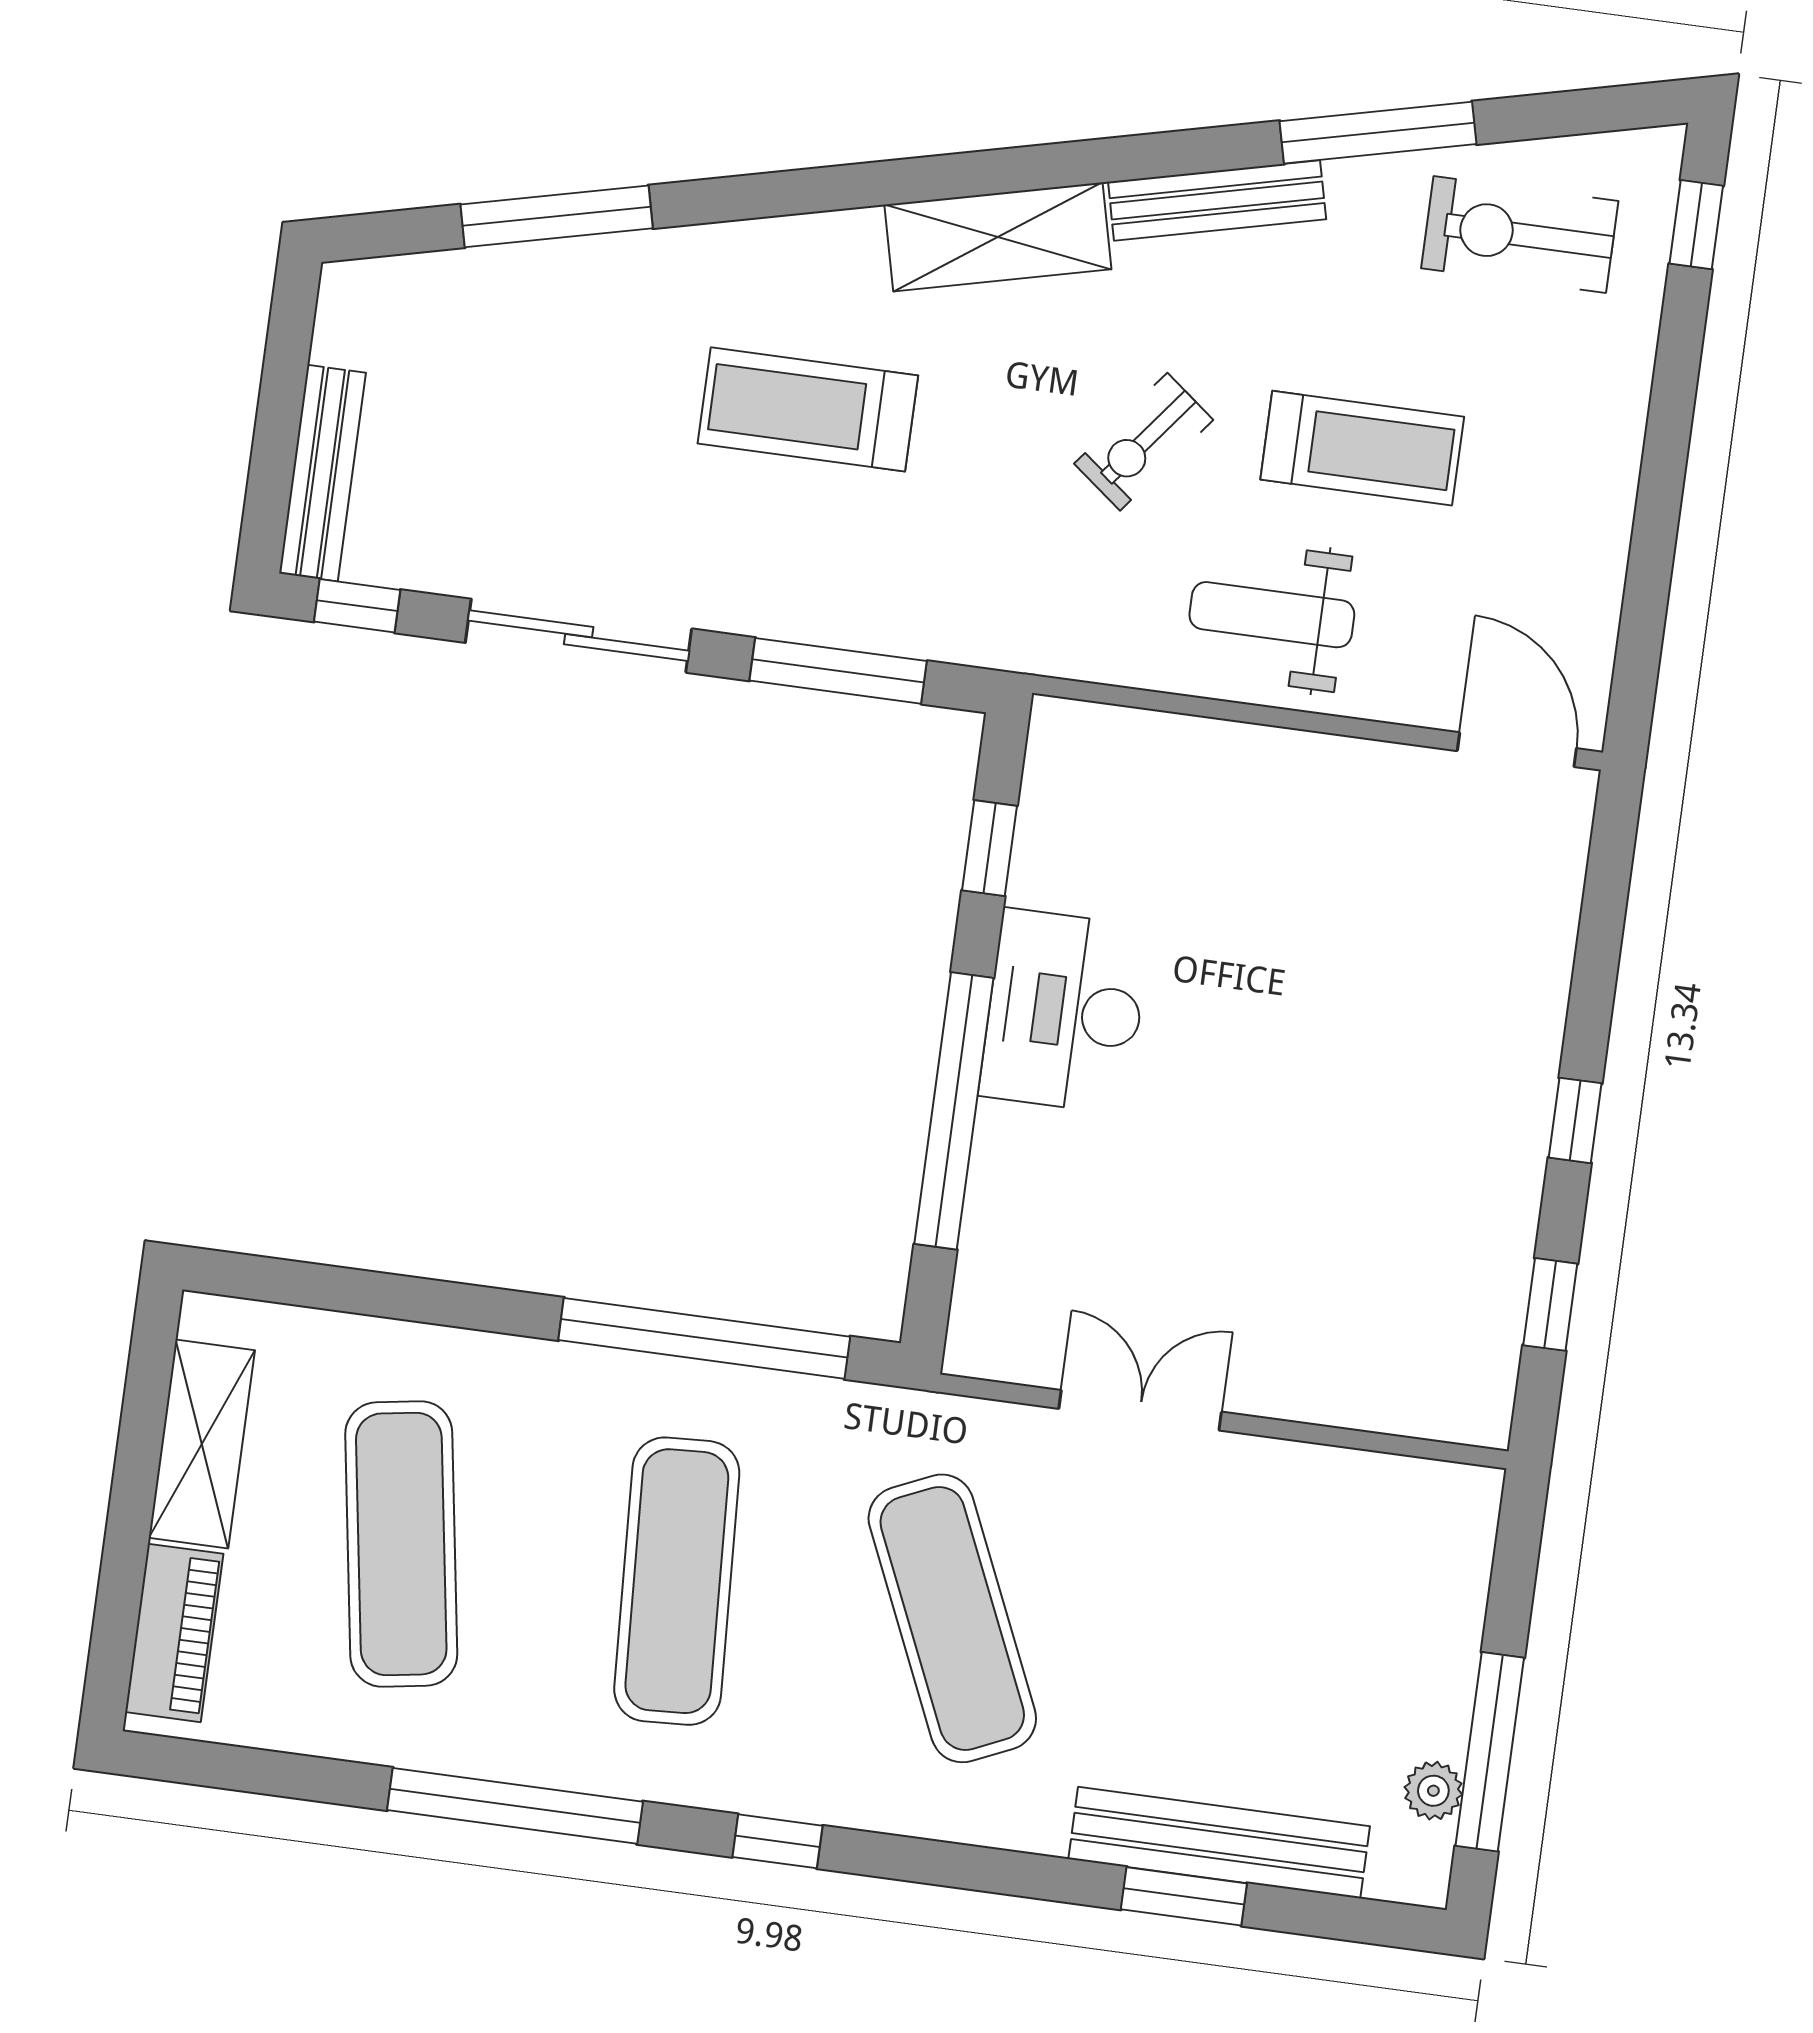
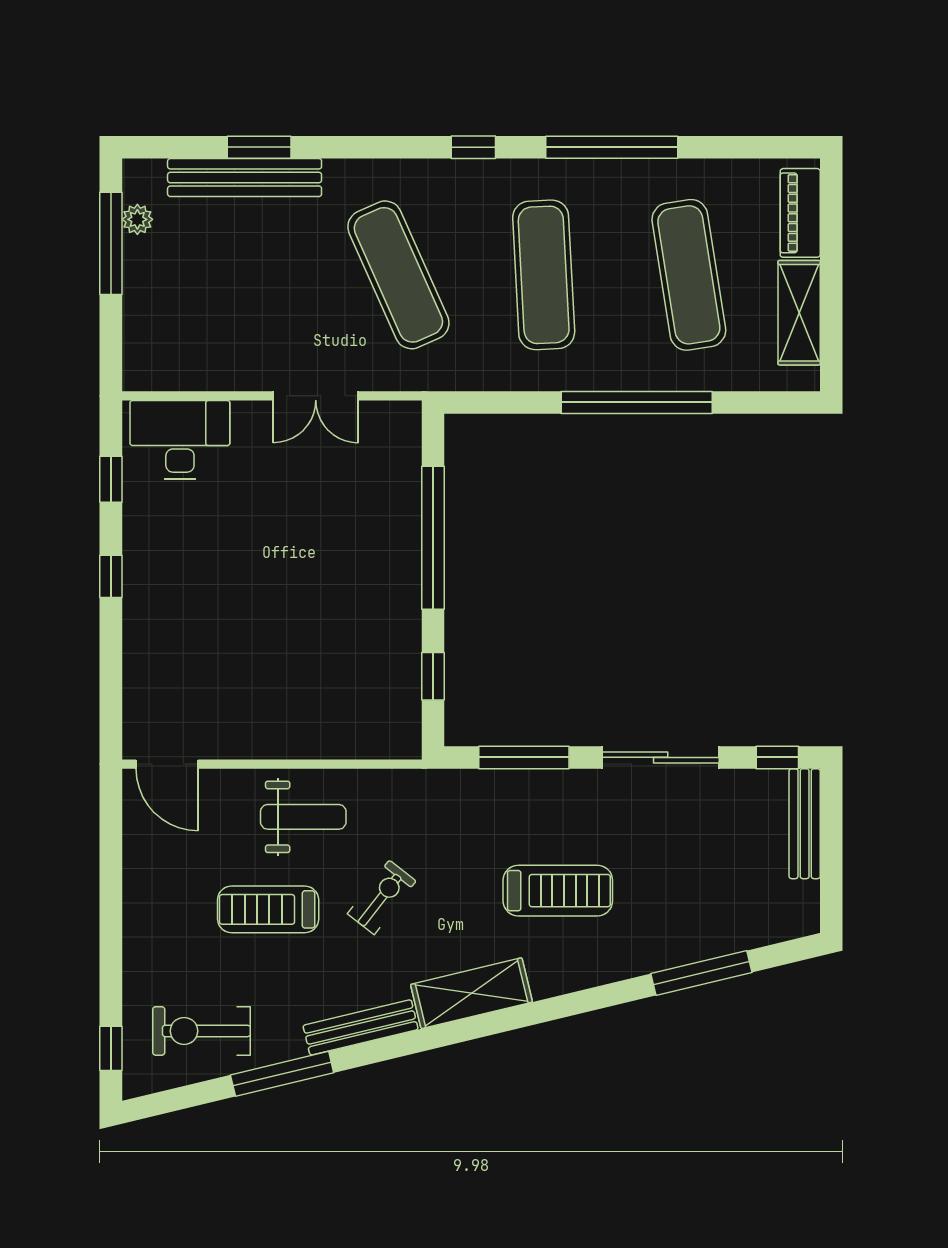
exercise bike: (1520, 235) -> (202, 1031), turned 180
desk: (1065, 1011) -> (180, 439), moved, turned -90
window: (704, 1338) -> (637, 402), moved

